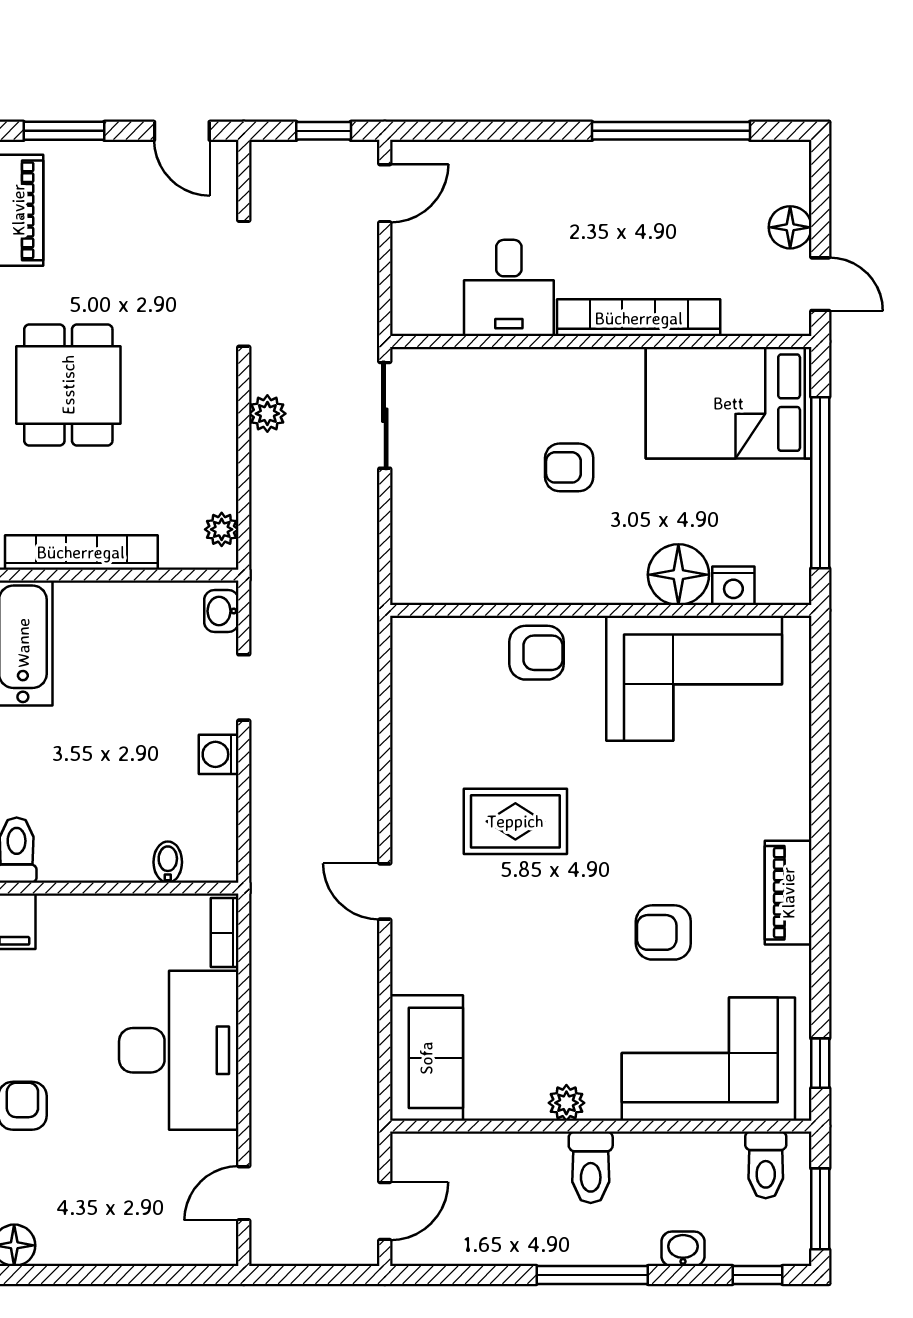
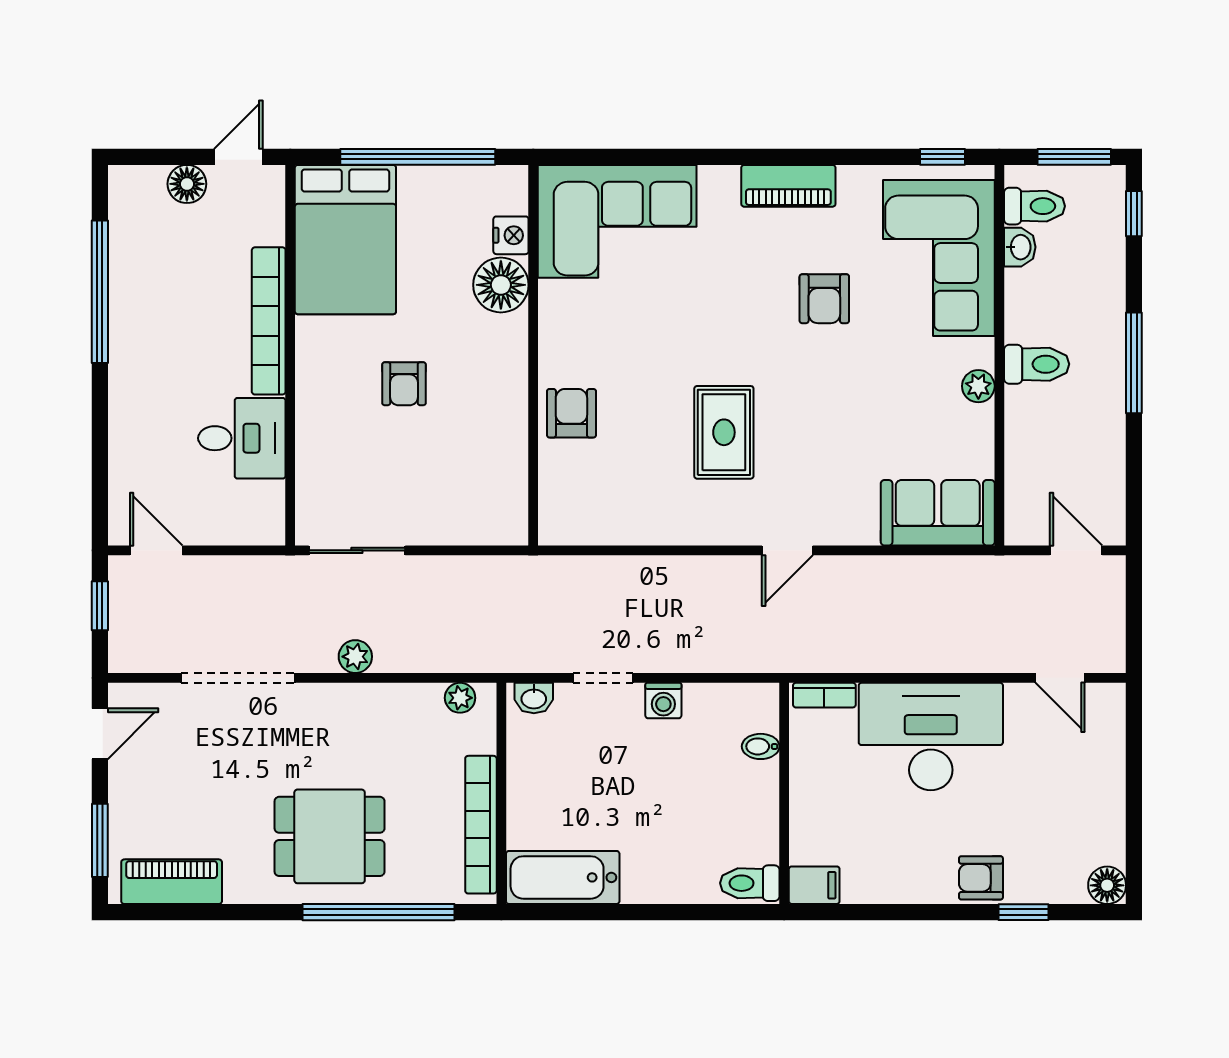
corner sofa: (694, 678) -> (617, 221), moved, turned 90
washbasin: (683, 1249) -> (1020, 247), moved, turned 180

